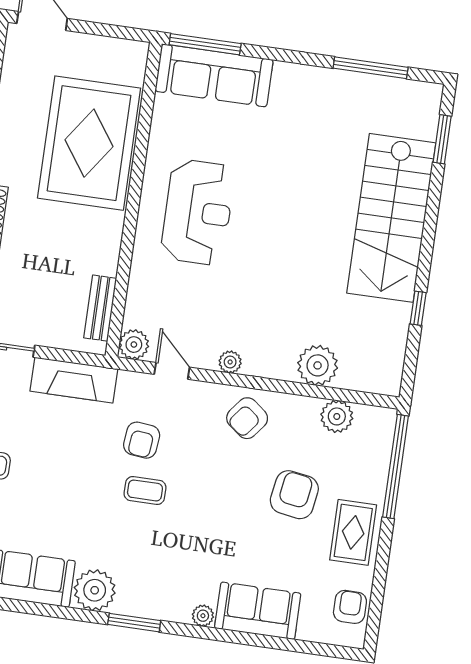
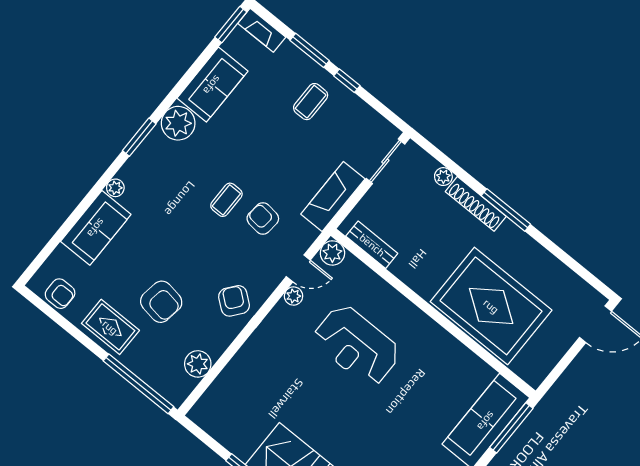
reception desk: (198, 212) -> (357, 346), moved
plant: (230, 362) -> (294, 296), moved
plant: (318, 365) -> (241, 372), removed

